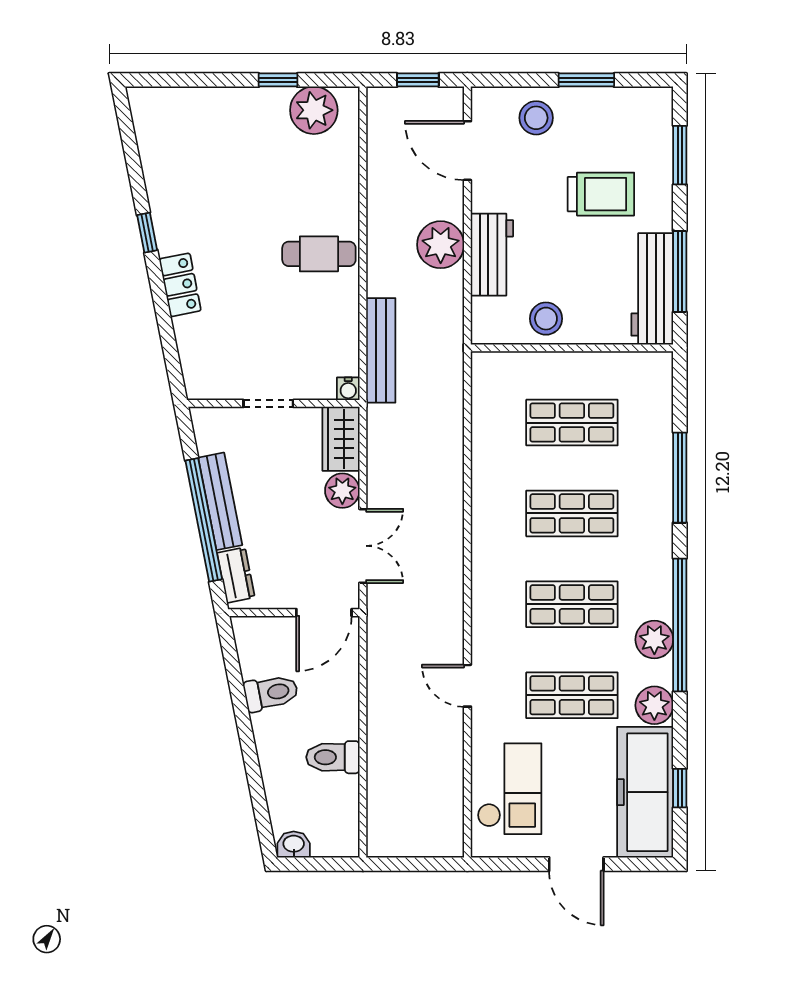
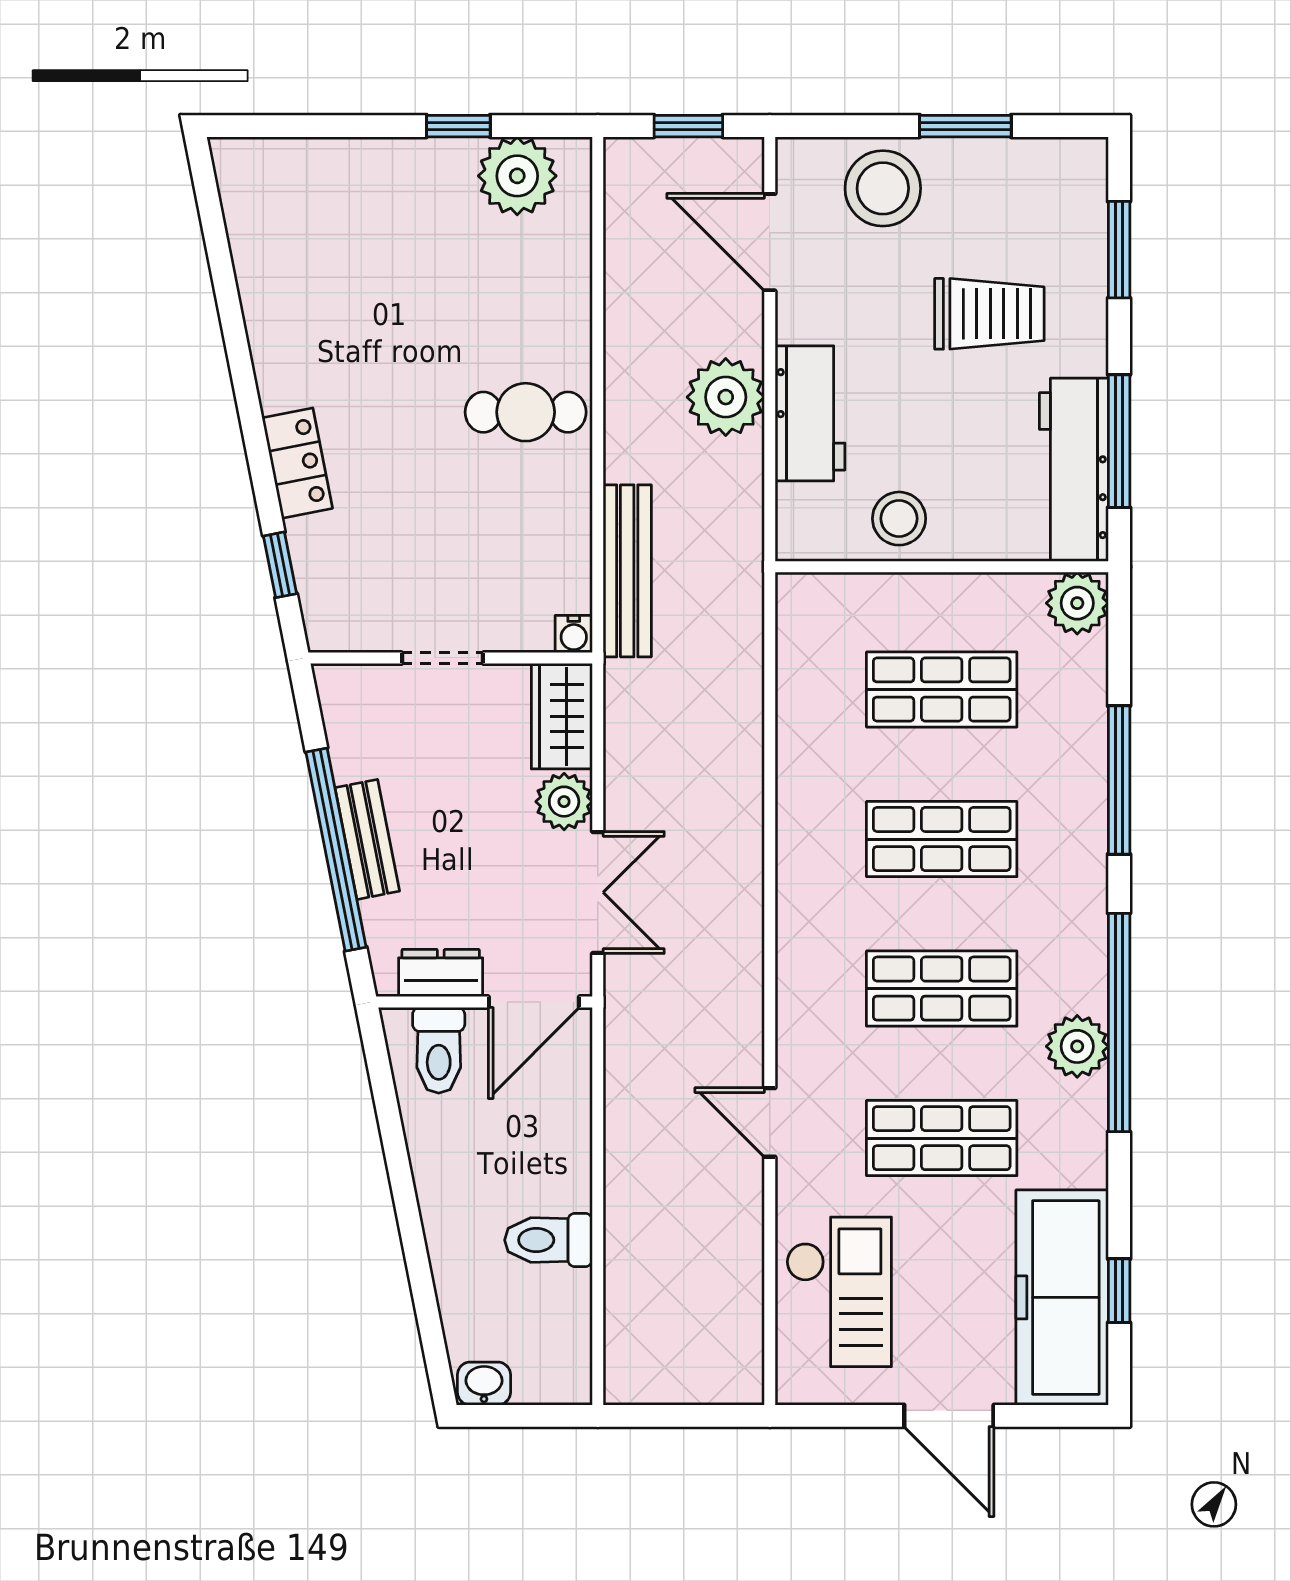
stool: (536, 118) -> (883, 188), width x1.38, depth x1.38
window: (147, 233) -> (280, 565), moved
bench: (220, 501) -> (367, 839), width x0.73
dresser: (236, 575) -> (441, 973), moved, turned -79
toilet: (271, 693) -> (439, 1050), moved, turned 101
plant: (654, 705) -> (1077, 603), moved

